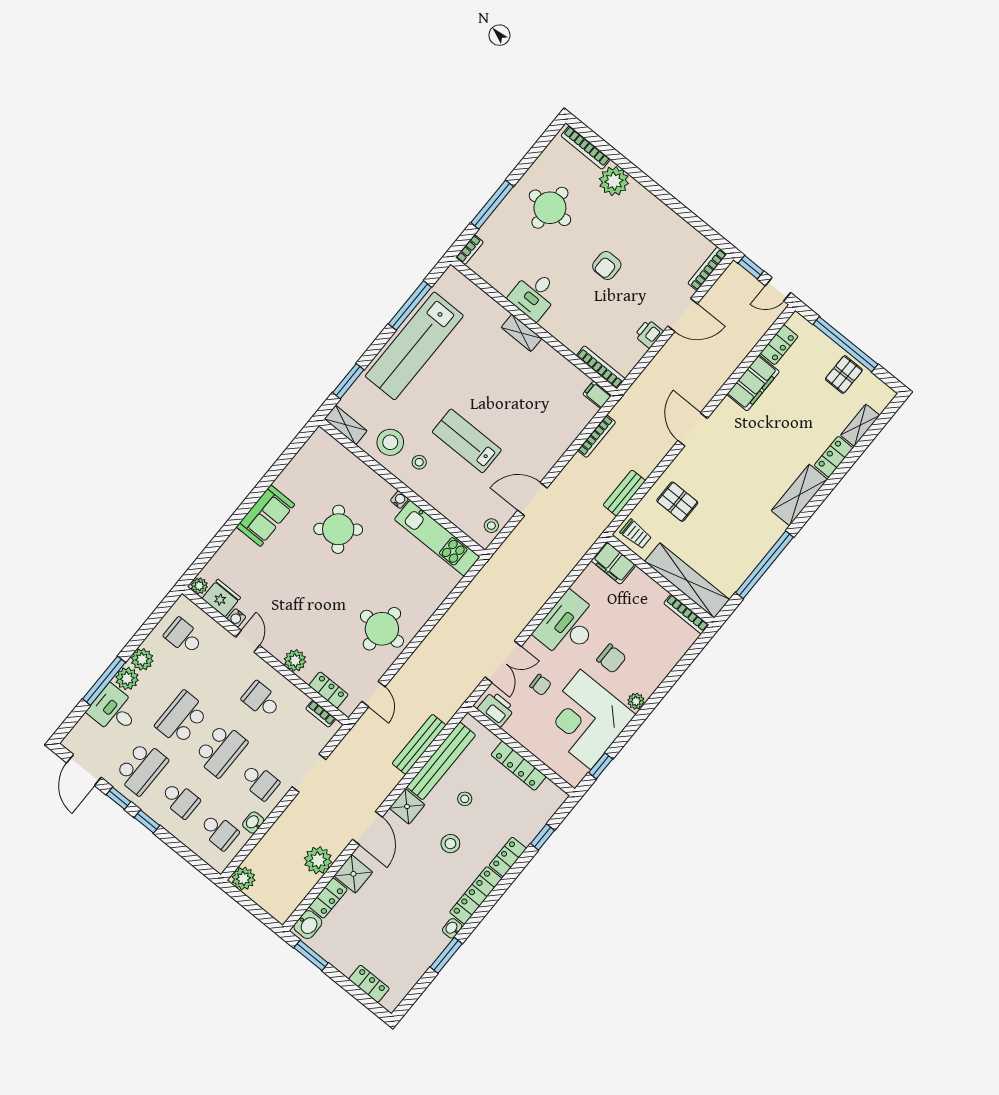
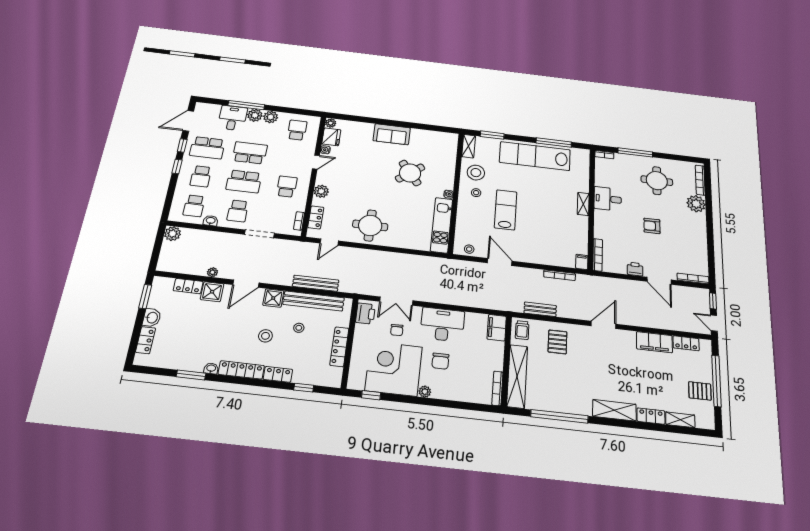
plant: (318, 860) -> (212, 272), width x0.53, depth x0.53
washbasin: (308, 925) -> (152, 318), moved, turned -90

